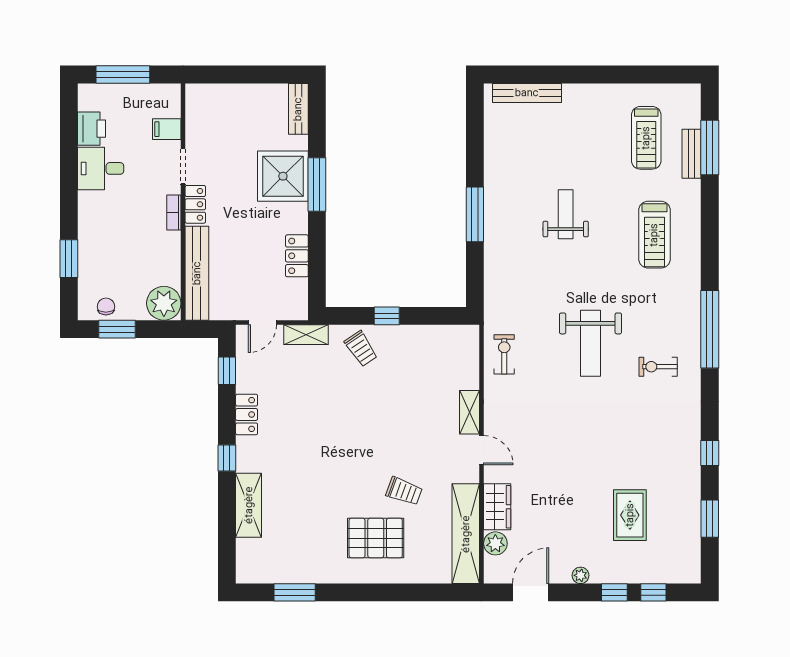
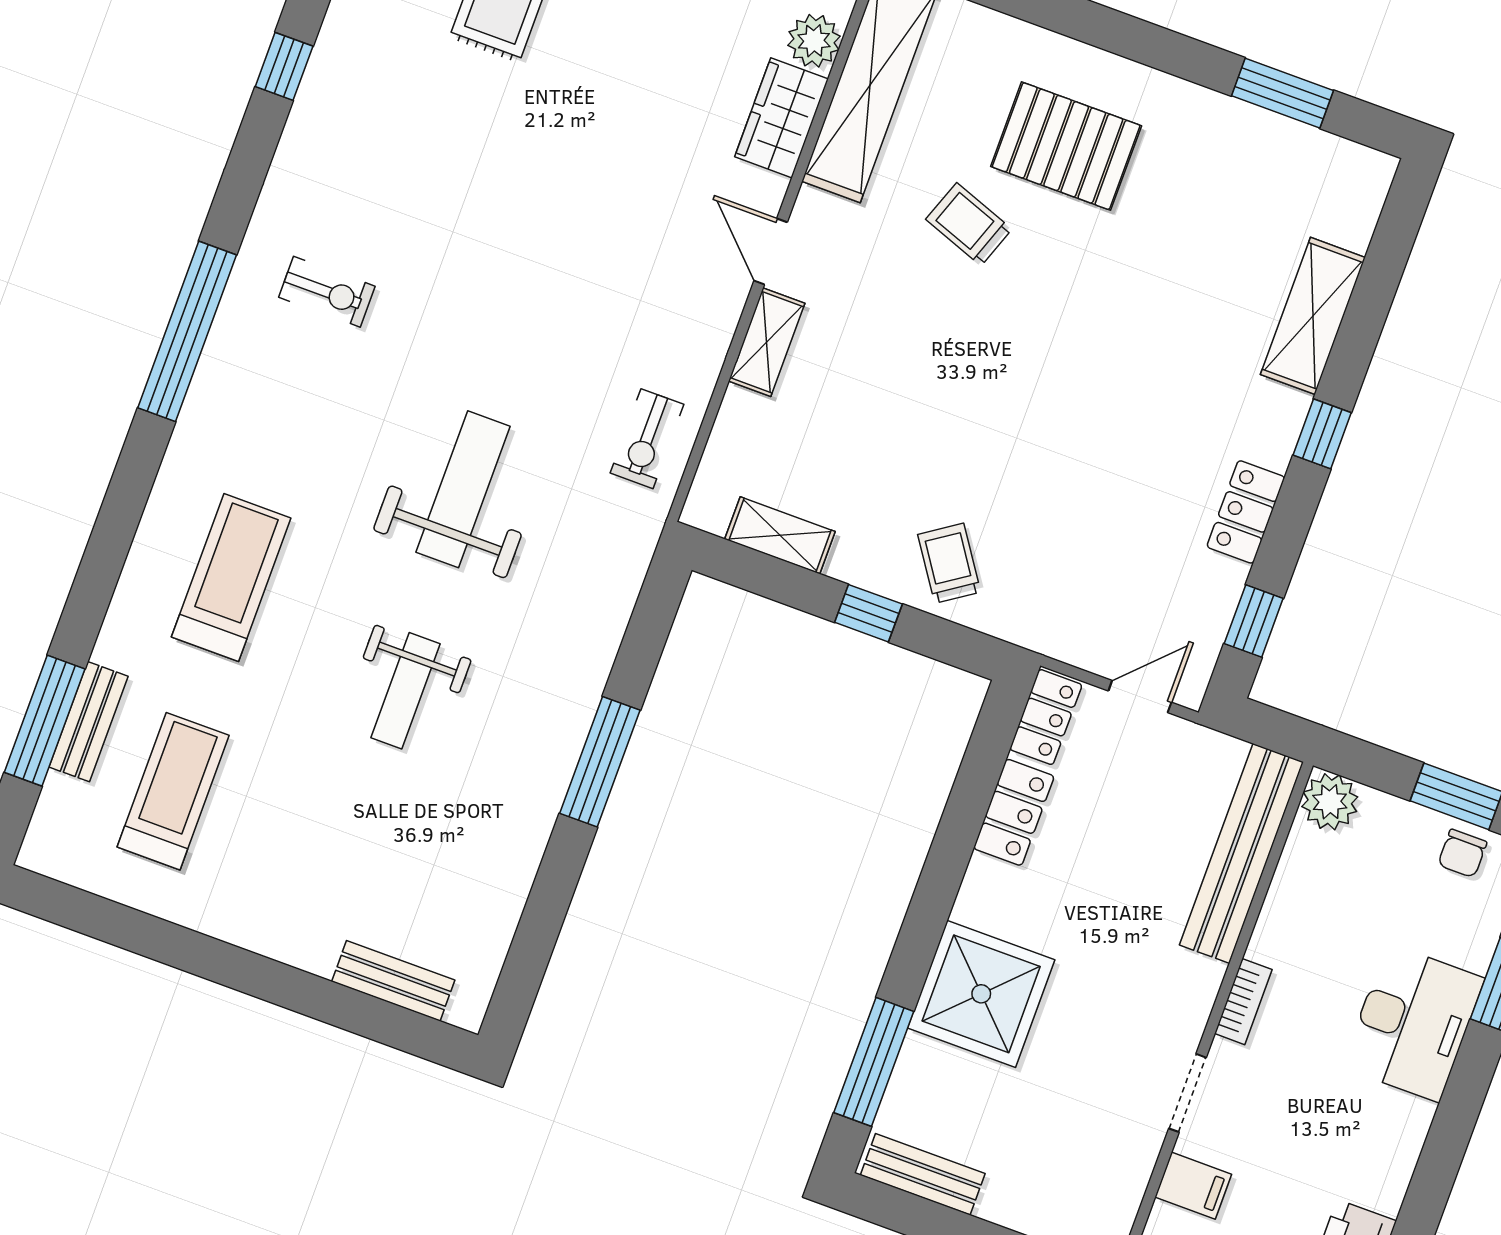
bench: (527, 93) -> (393, 981), width x0.73
bench: (298, 109) -> (923, 1174), moved, turned 90
desk: (101, 168) -> (1413, 1023), moved, width x1.37
window: (317, 184) -> (874, 1062), moved
locker: (195, 204) -> (1046, 717), moved, turned 180
plant: (164, 303) -> (1330, 802), width x0.73, depth x0.73
shelving: (306, 335) -> (780, 535), moved
weight bench: (590, 343) -> (463, 489), moved

